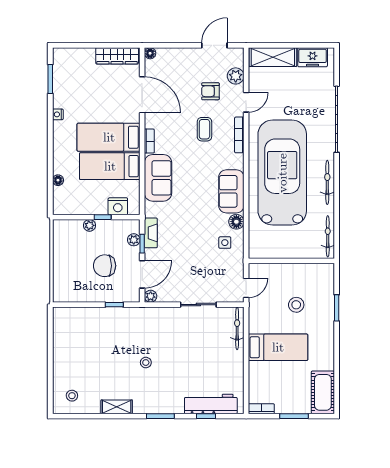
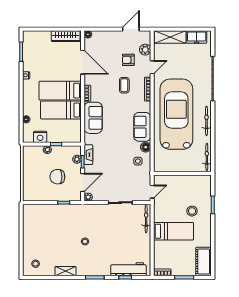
nightstand: (118, 206) -> (40, 137), moved
stool: (296, 305) -> (192, 211), moved

